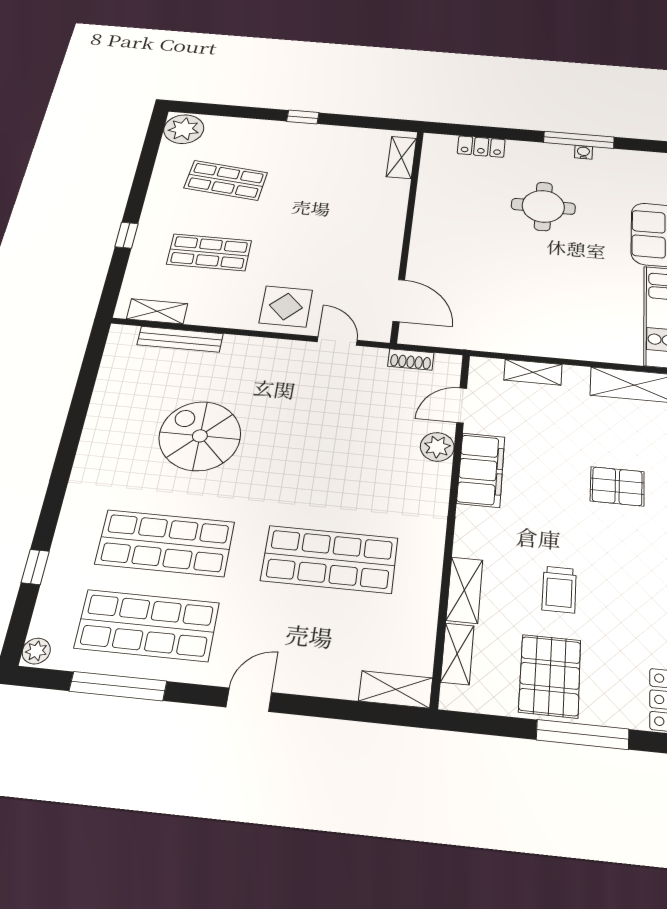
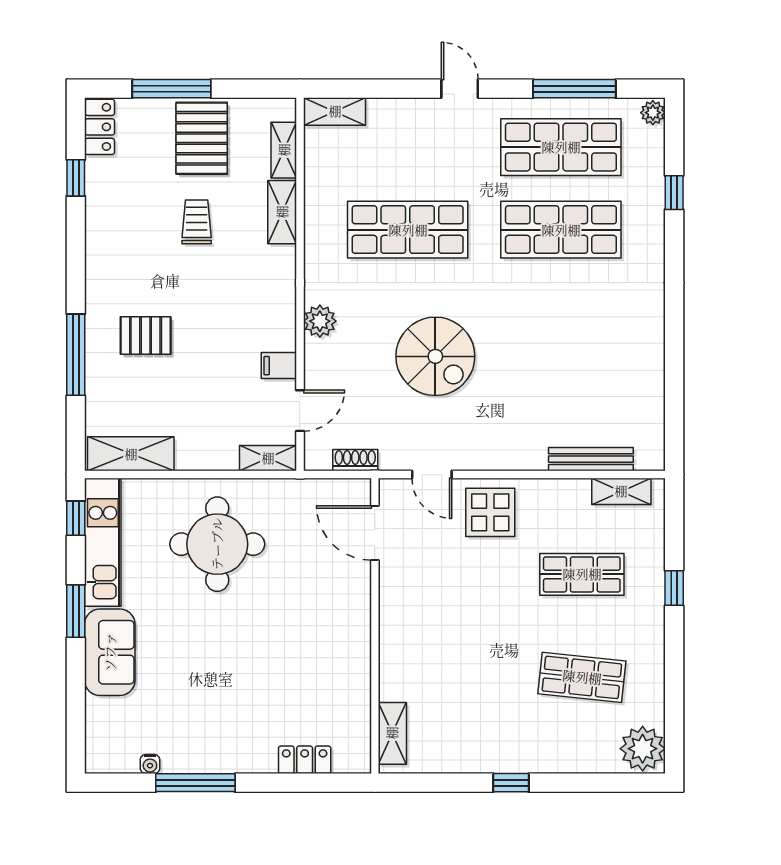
water cooler: (583, 152) -> (150, 764), moved
round table: (543, 206) -> (217, 544), moved, width x1.36, depth x1.36
shelving: (533, 372) -> (268, 458), moved
spiral stairs: (200, 436) -> (435, 356), moved
plant: (437, 447) -> (320, 321), moved
filing cabinet: (481, 470) -> (279, 366), width x0.33, depth x0.86
door: (249, 700) -> (460, 89), swing flipped

